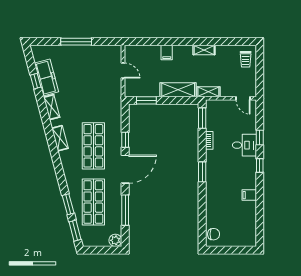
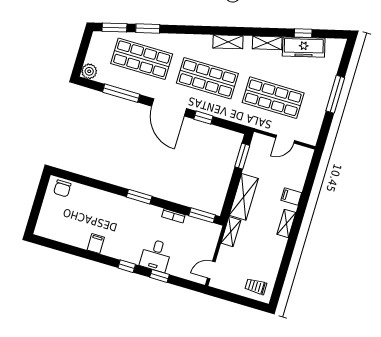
shelving: (204, 50) -> (286, 223), moved
shop shelf: (93, 90) -> (273, 98), added

